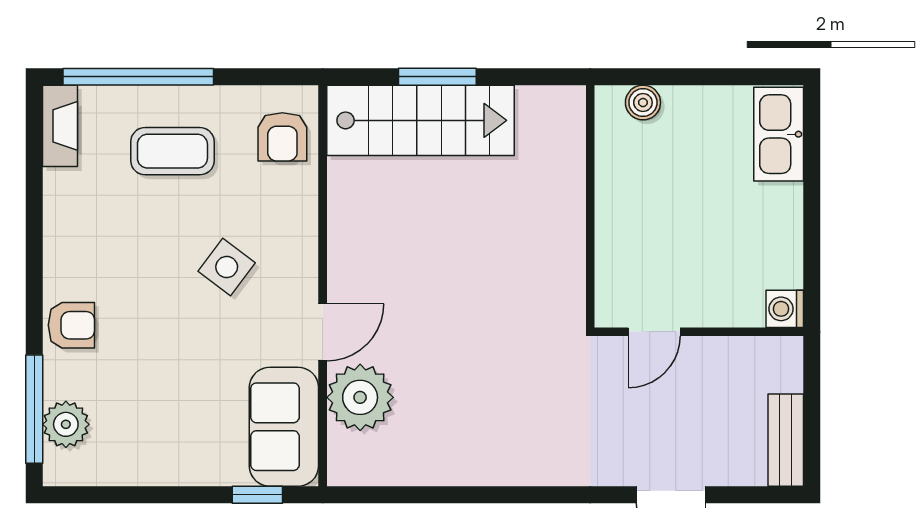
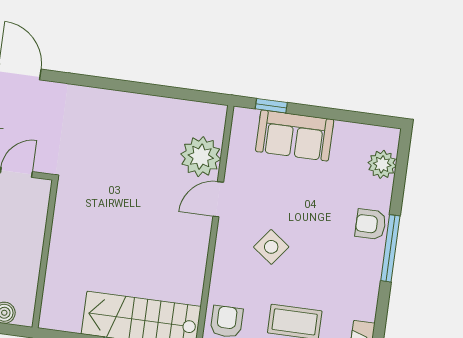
window: (34, 409) -> (390, 248), moved
sofa: (284, 427) -> (295, 135), moved, turned 90

